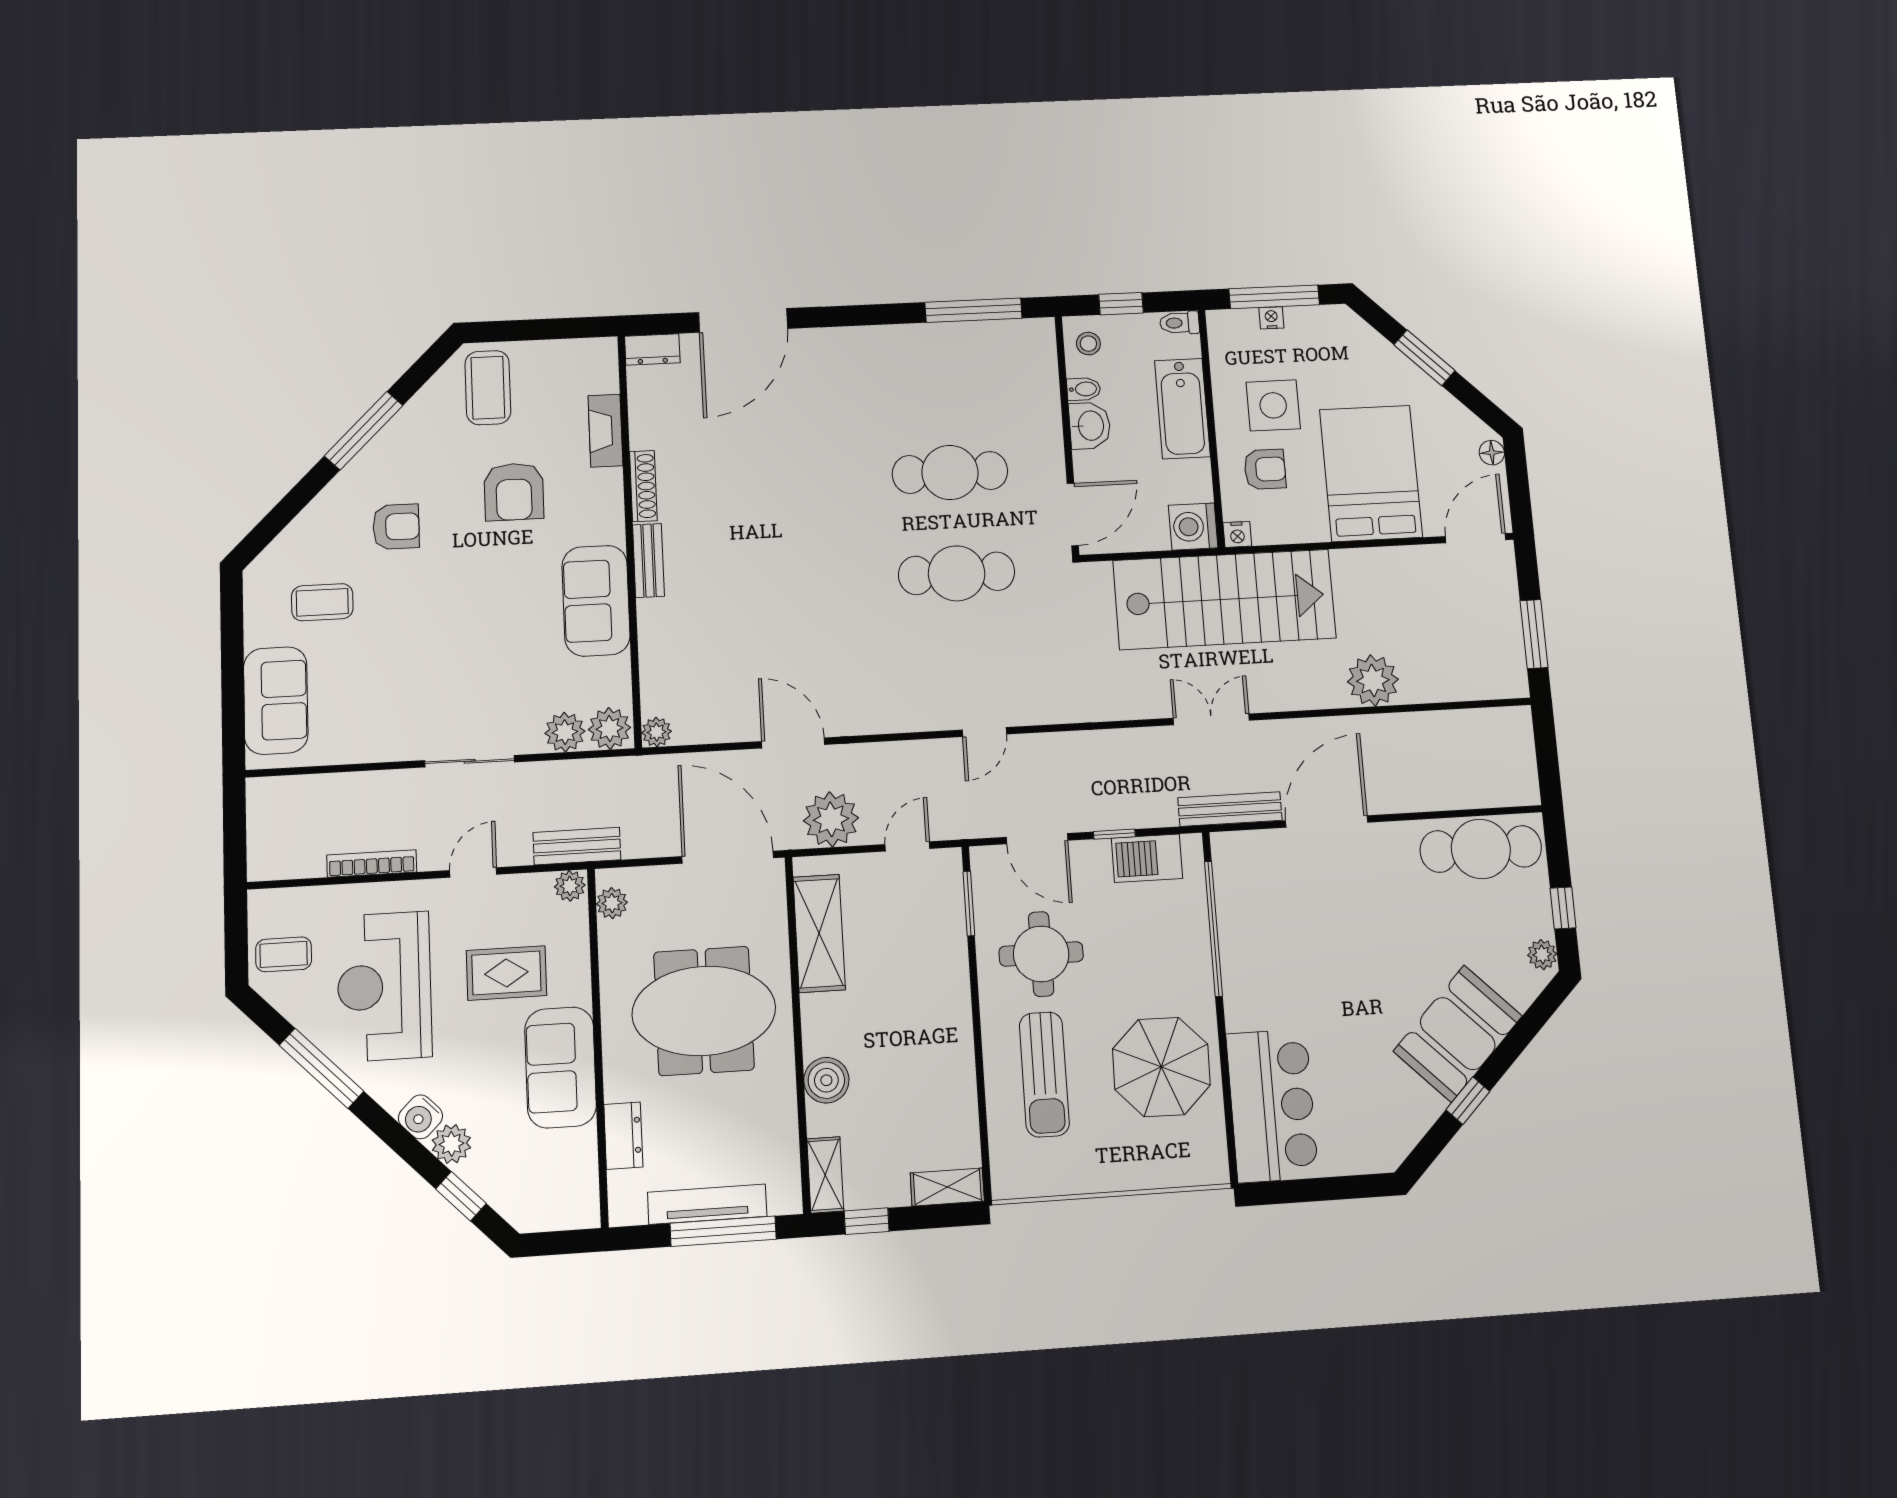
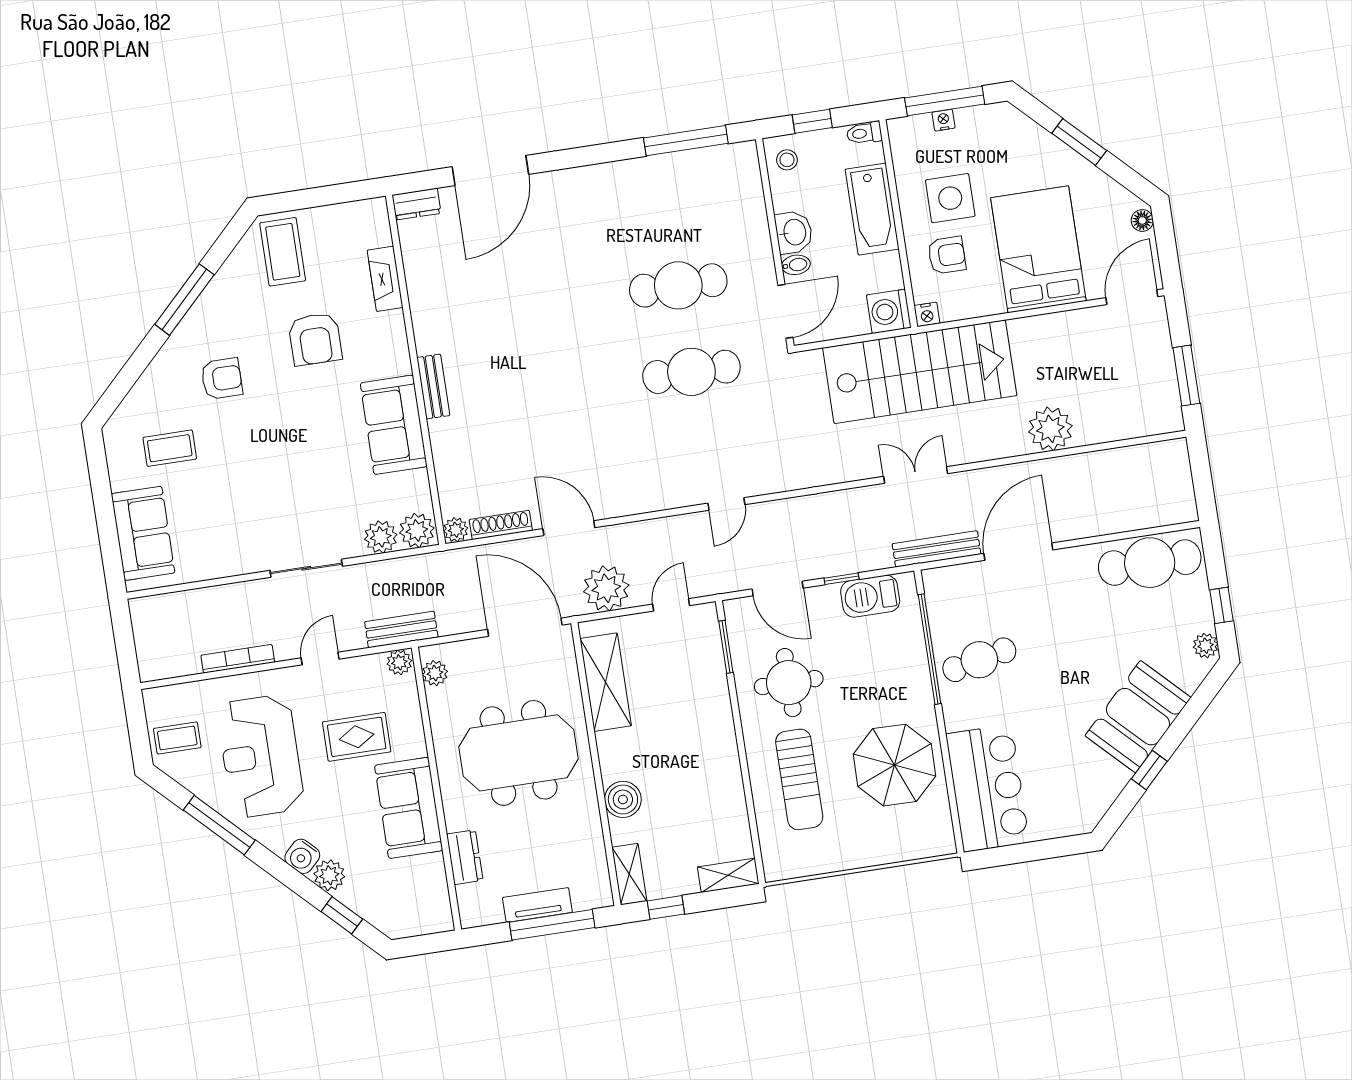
bidet: (1084, 389) -> (796, 265), moved
shoe rack: (643, 486) -> (501, 525), moved, turned -90
cafe table: (1272, 947) -> (979, 660), added
tv unit: (707, 1204) -> (537, 905), width x0.71

